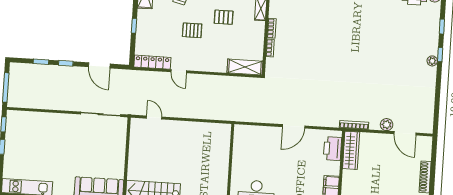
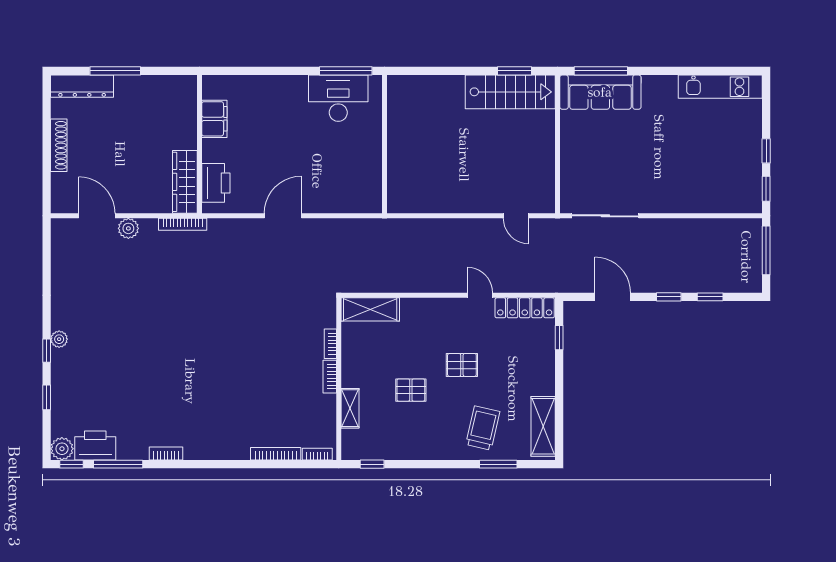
window: (134, 26) -> (559, 338), moved

